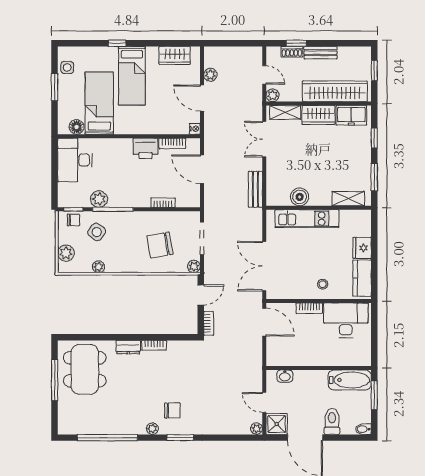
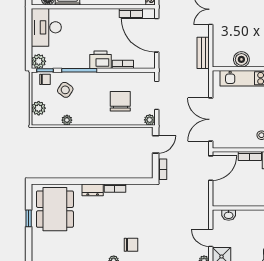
printer: (145, 148) -> (101, 60), moved, turned 180
door: (202, 169) -> (157, 35), width x1.36
plant: (99, 199) -> (39, 61), moved
chair: (160, 245) -> (120, 101), turned 100
door: (264, 322) -> (211, 168), hinge flipped
window: (55, 380) -> (29, 218), width x0.46

